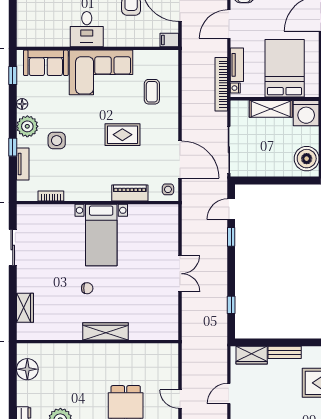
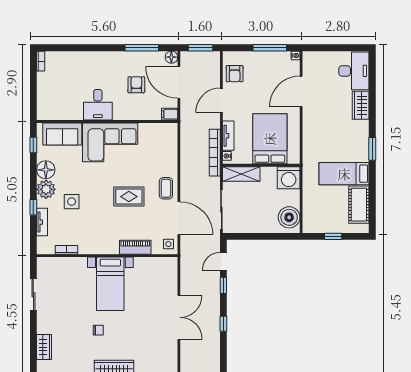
coffee table: (152, 92) -> (166, 188), moved
floor lamp: (22, 104) -> (46, 170), width x1.89, depth x1.89
shelving: (271, 109) -> (241, 174), moved
double door: (180, 274) -> (179, 317), width x1.37
window: (231, 305) -> (223, 324), moved

